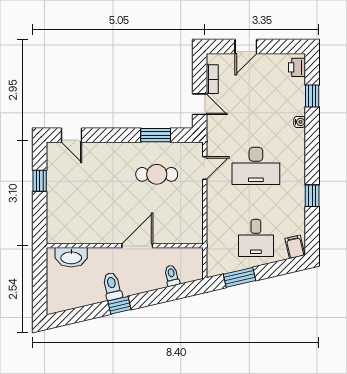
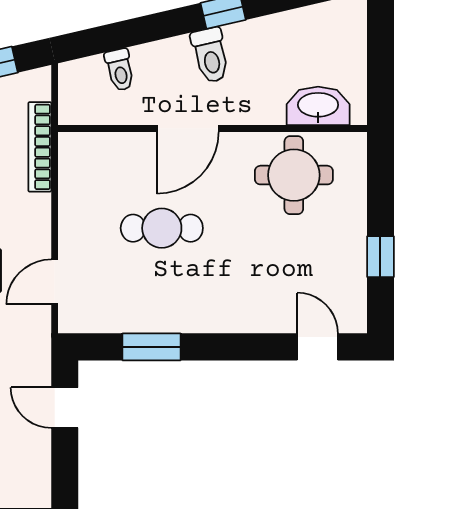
bookcase: (212, 79) -> (40, 147), moved, width x1.56
cafe table: (157, 174) -> (162, 228), moved
round table: (83, 222) -> (294, 175), added
toilet: (112, 286) -> (210, 55), moved

